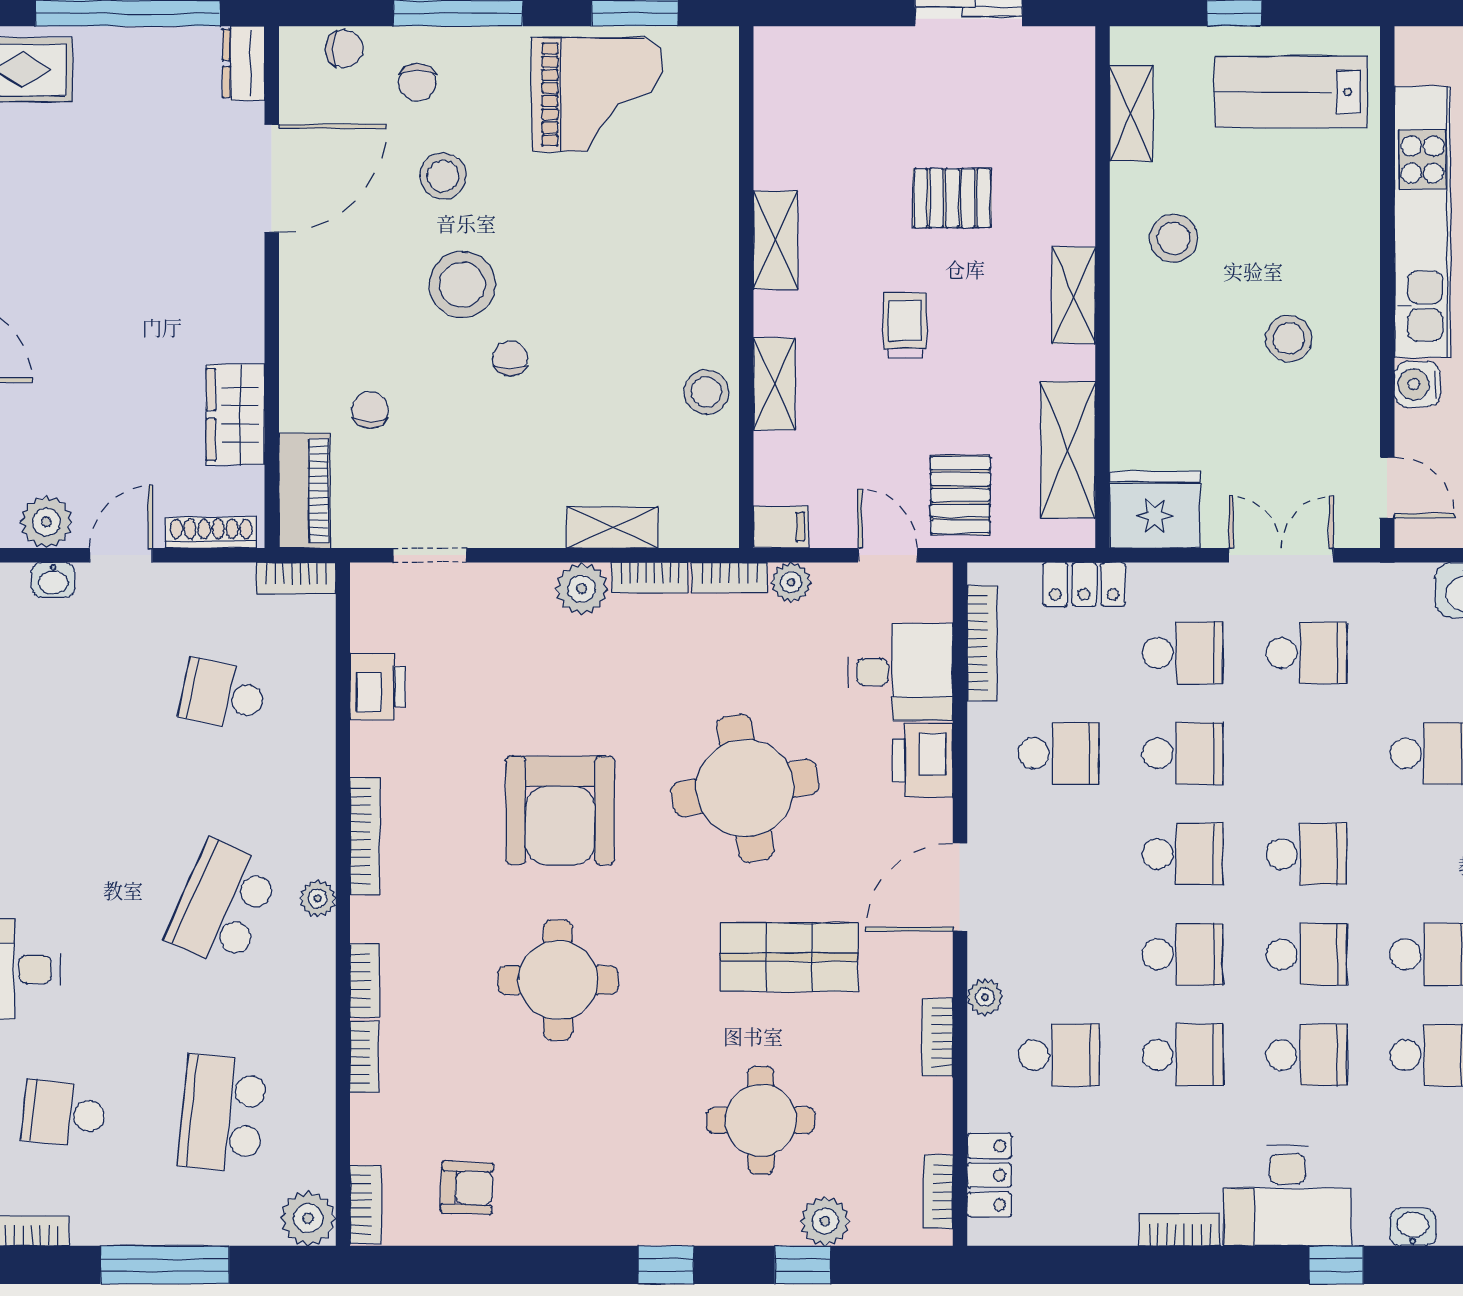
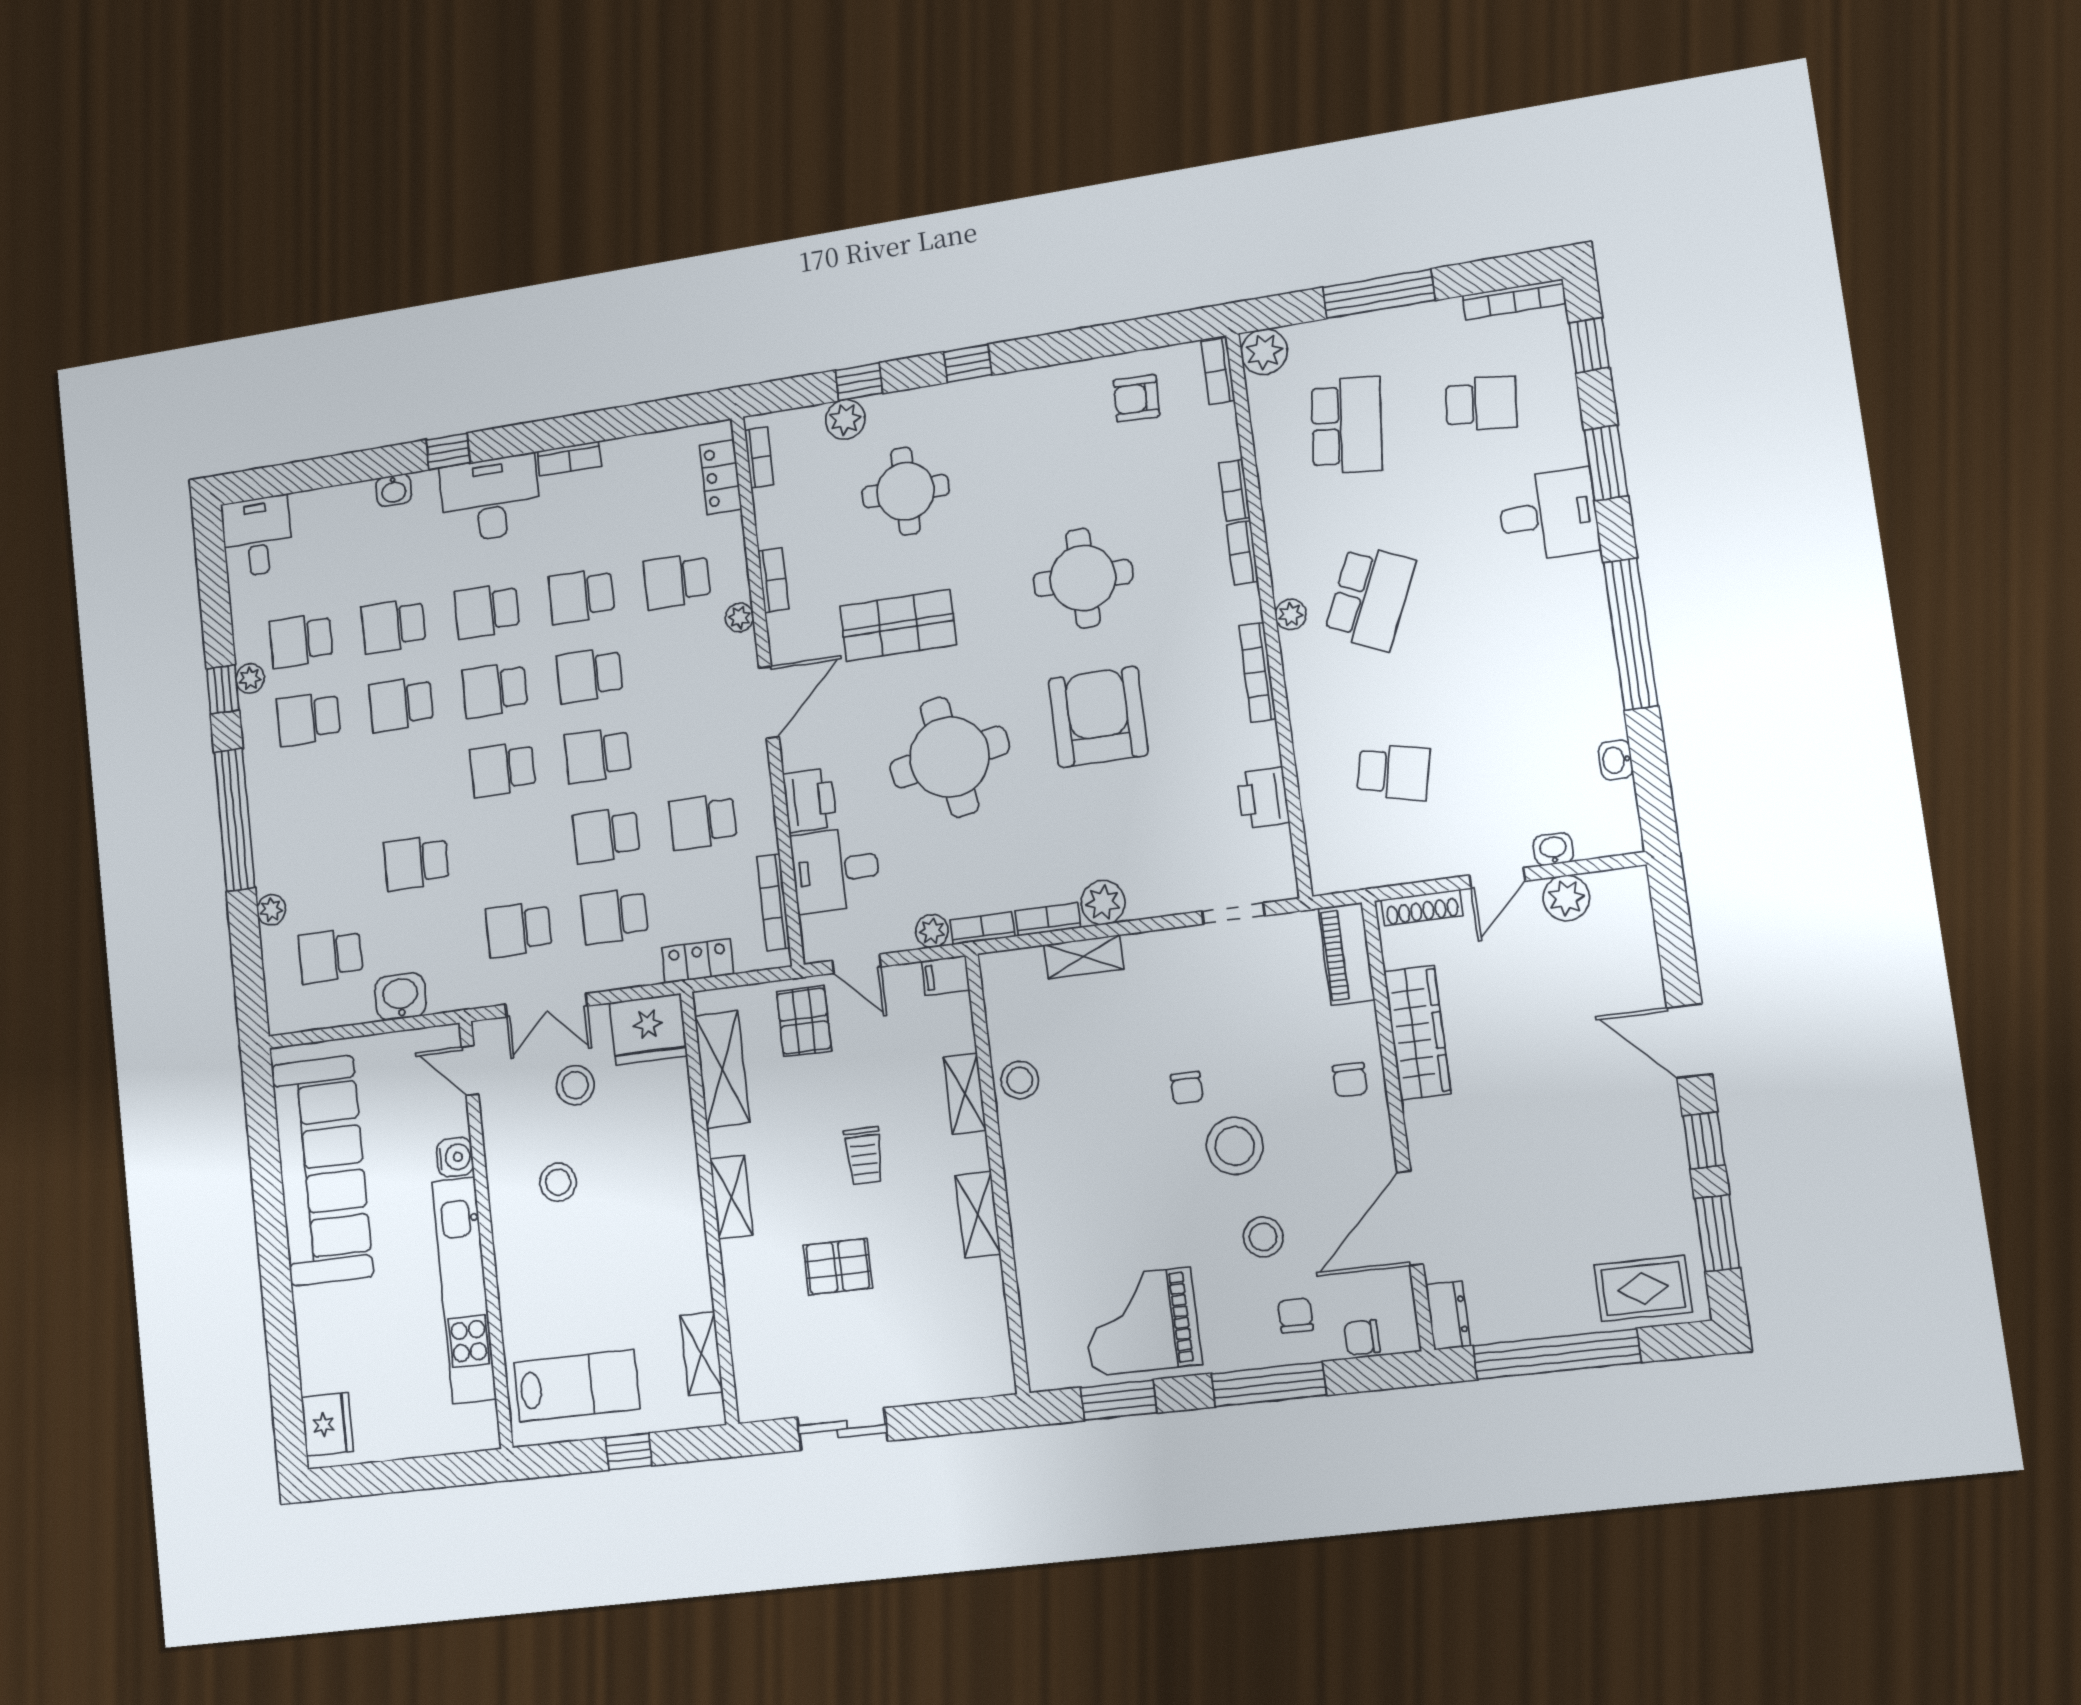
stool: (1174, 238) -> (575, 1085), moved
chair: (370, 410) -> (1350, 1080), moved
wardrobe: (235, 414) -> (1417, 1033), width x1.50
bookcase: (296, 578) -> (1344, 879), removed

